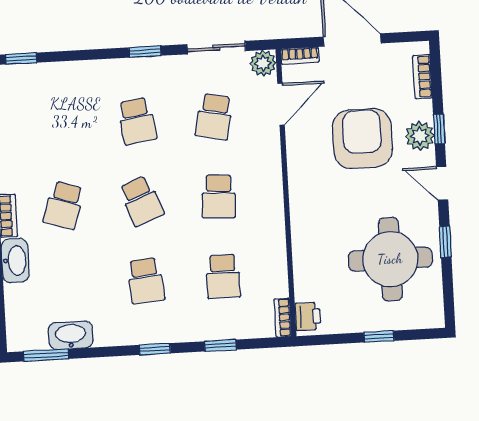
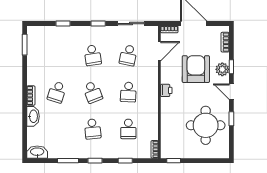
window: (21, 59) -> (63, 24), moved
plant: (263, 63) -> (152, 32), removed
printer: (308, 316) -> (166, 90), moved
washbasin: (71, 335) -> (37, 152), moved
window: (379, 337) -> (174, 161), moved
window: (46, 355) -> (68, 161), moved

